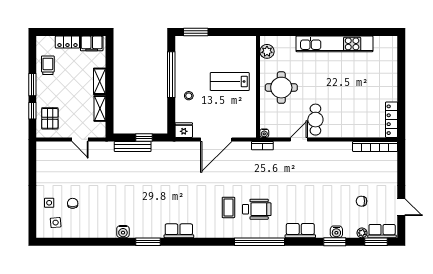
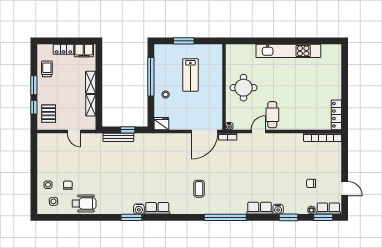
window: (196, 32) -> (184, 41), moved
plant: (267, 51) -> (231, 57), removed
lab bench: (230, 82) -> (190, 75), moved, turned -90
door: (216, 139) -> (205, 131), moved
wheelchair: (257, 209) -> (84, 203), moved
water cooler: (123, 232) -> (139, 209), moved
water cooler: (336, 232) -> (278, 209), moved

